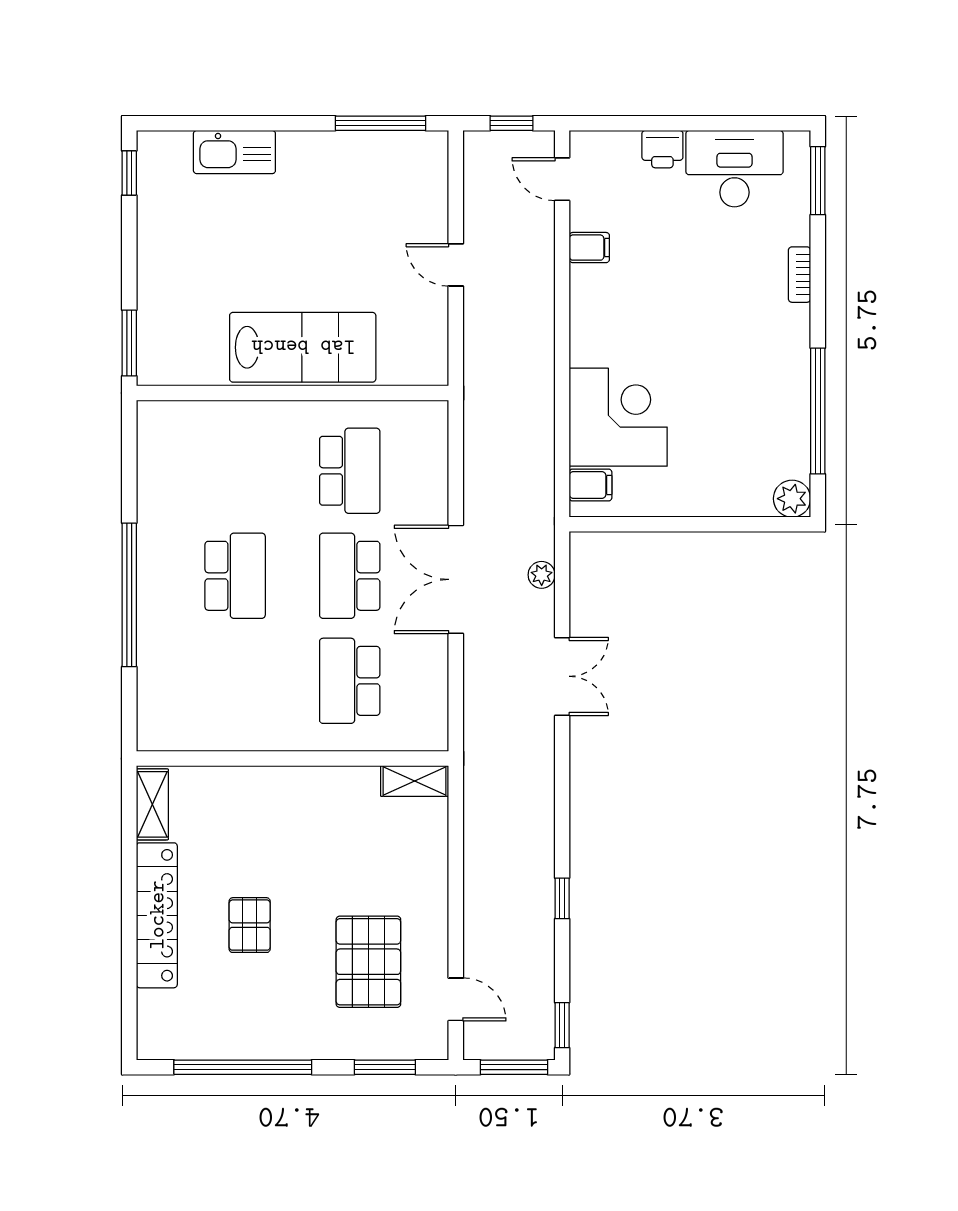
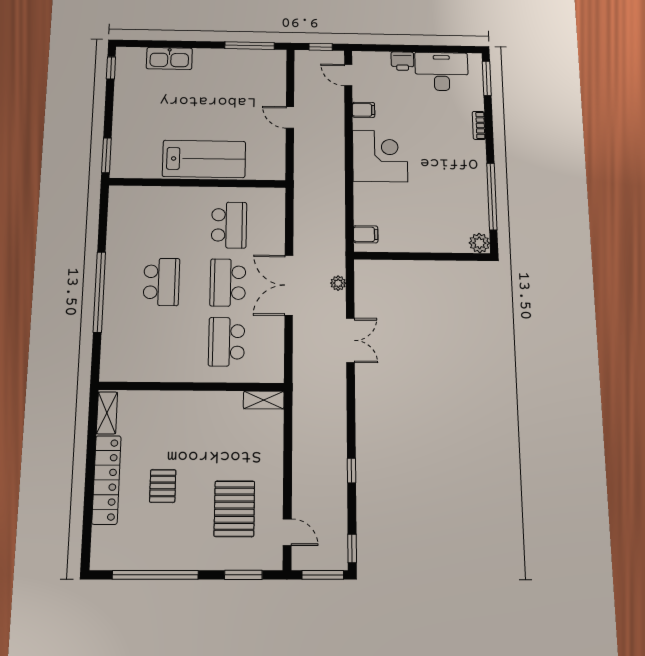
corner desk: (618, 417) -> (380, 156), moved

